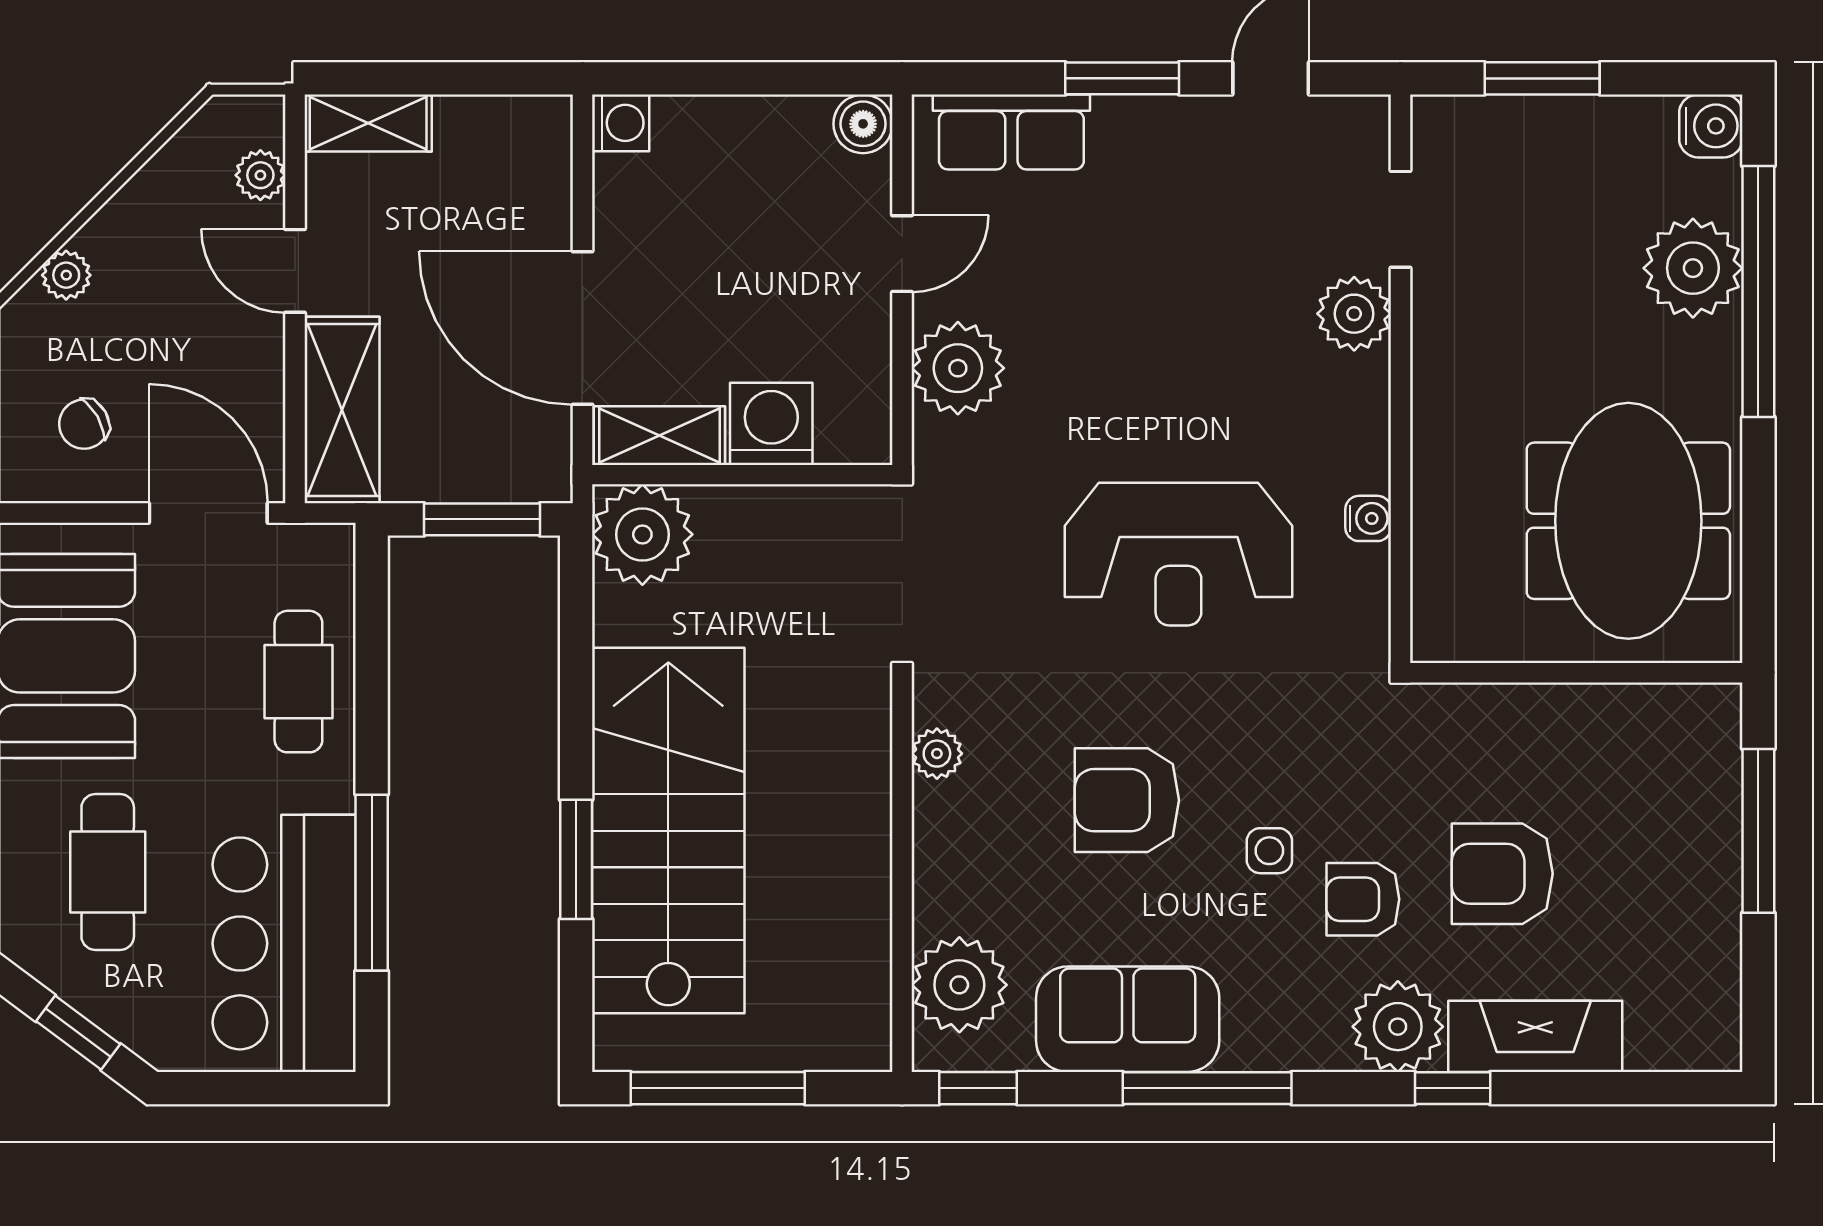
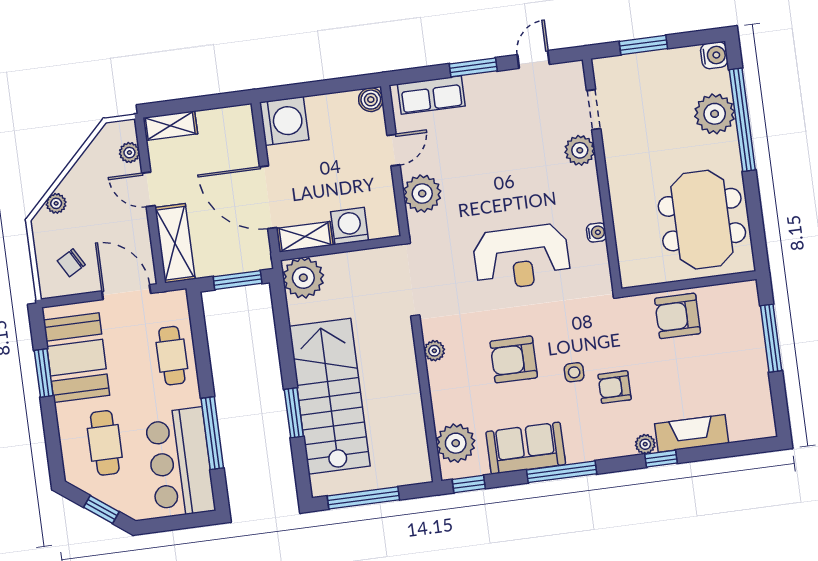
washing machine: (621, 123) -> (284, 121), width x1.89, depth x1.89
armchair: (1502, 874) -> (678, 316), moved
plant: (1398, 1027) -> (645, 444), width x0.53, depth x0.53

